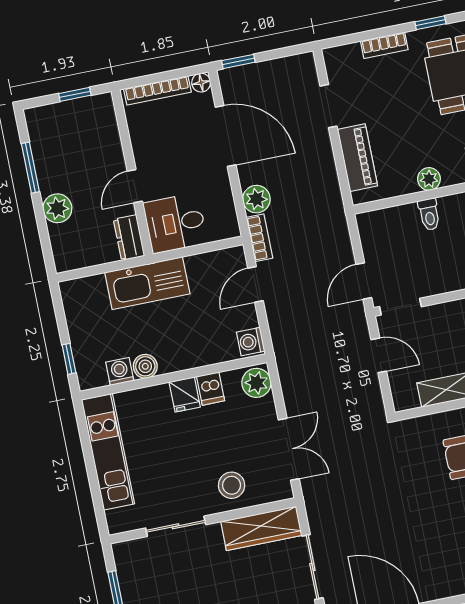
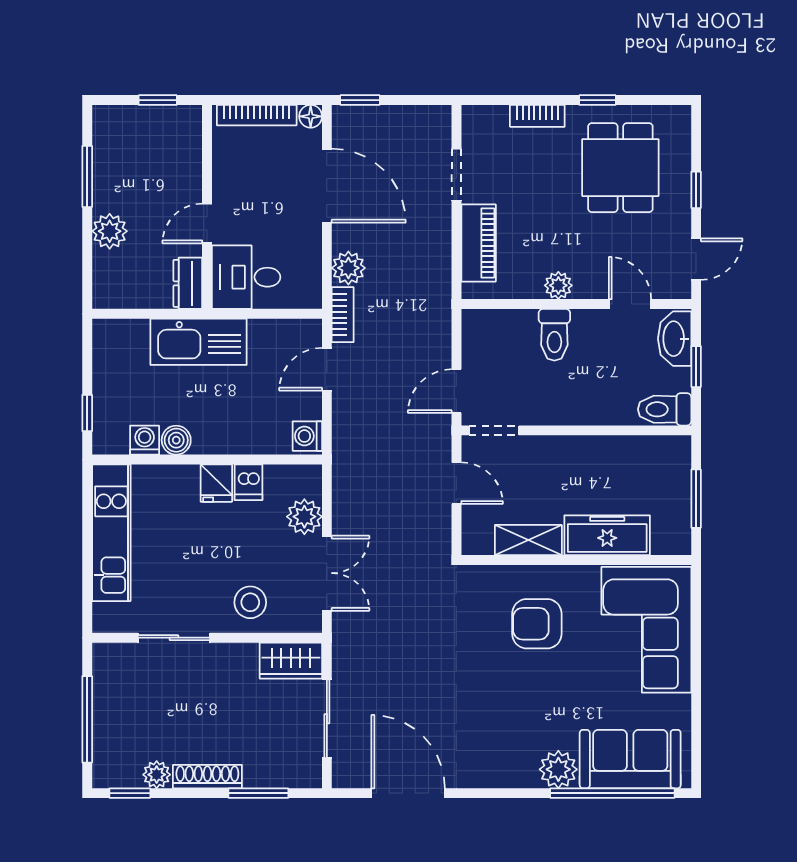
toilet: (429, 214) -> (554, 335), width x1.37, depth x1.39
plant: (256, 383) -> (304, 517), moved
wardrobe: (261, 528) -> (291, 661), width x0.67

